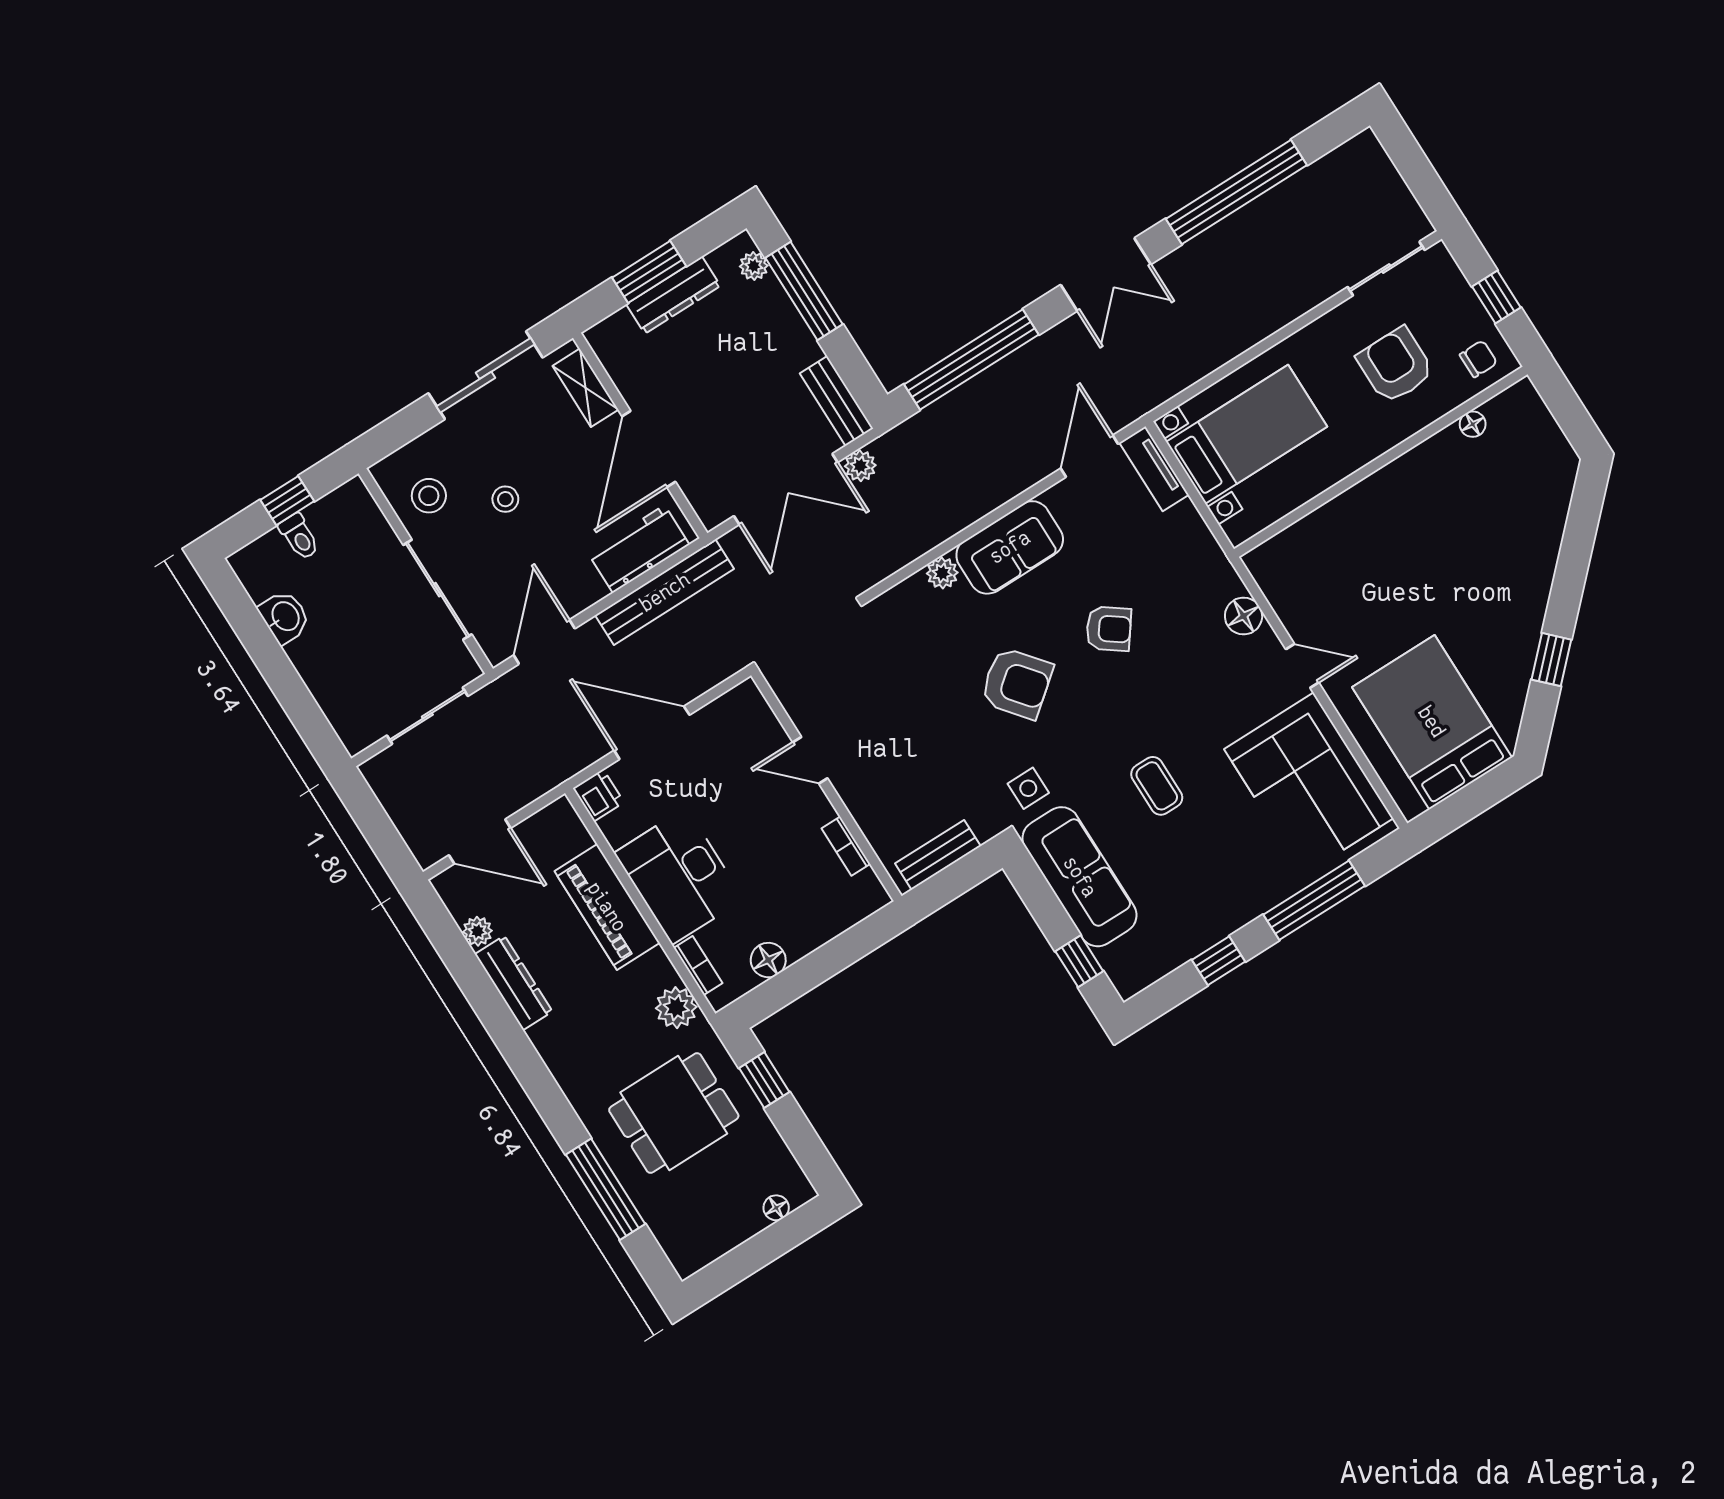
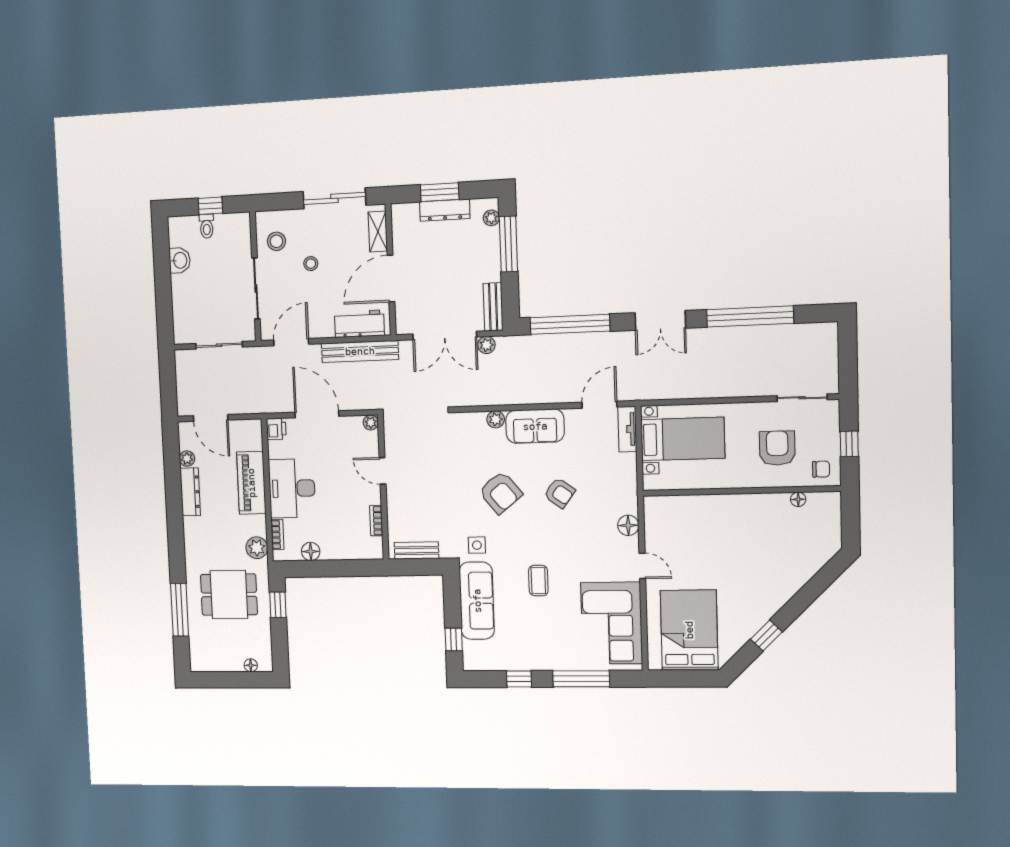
plant: (747, 694) -> (371, 422), added

